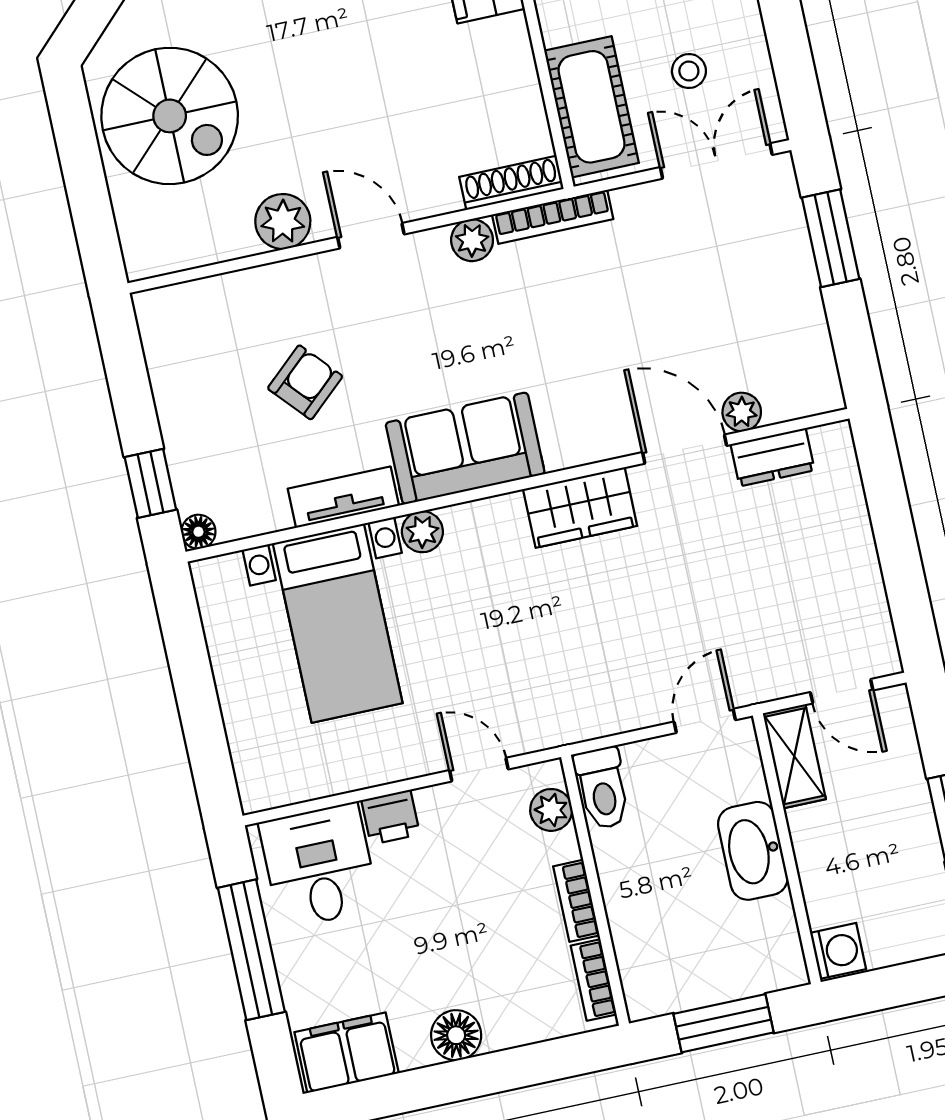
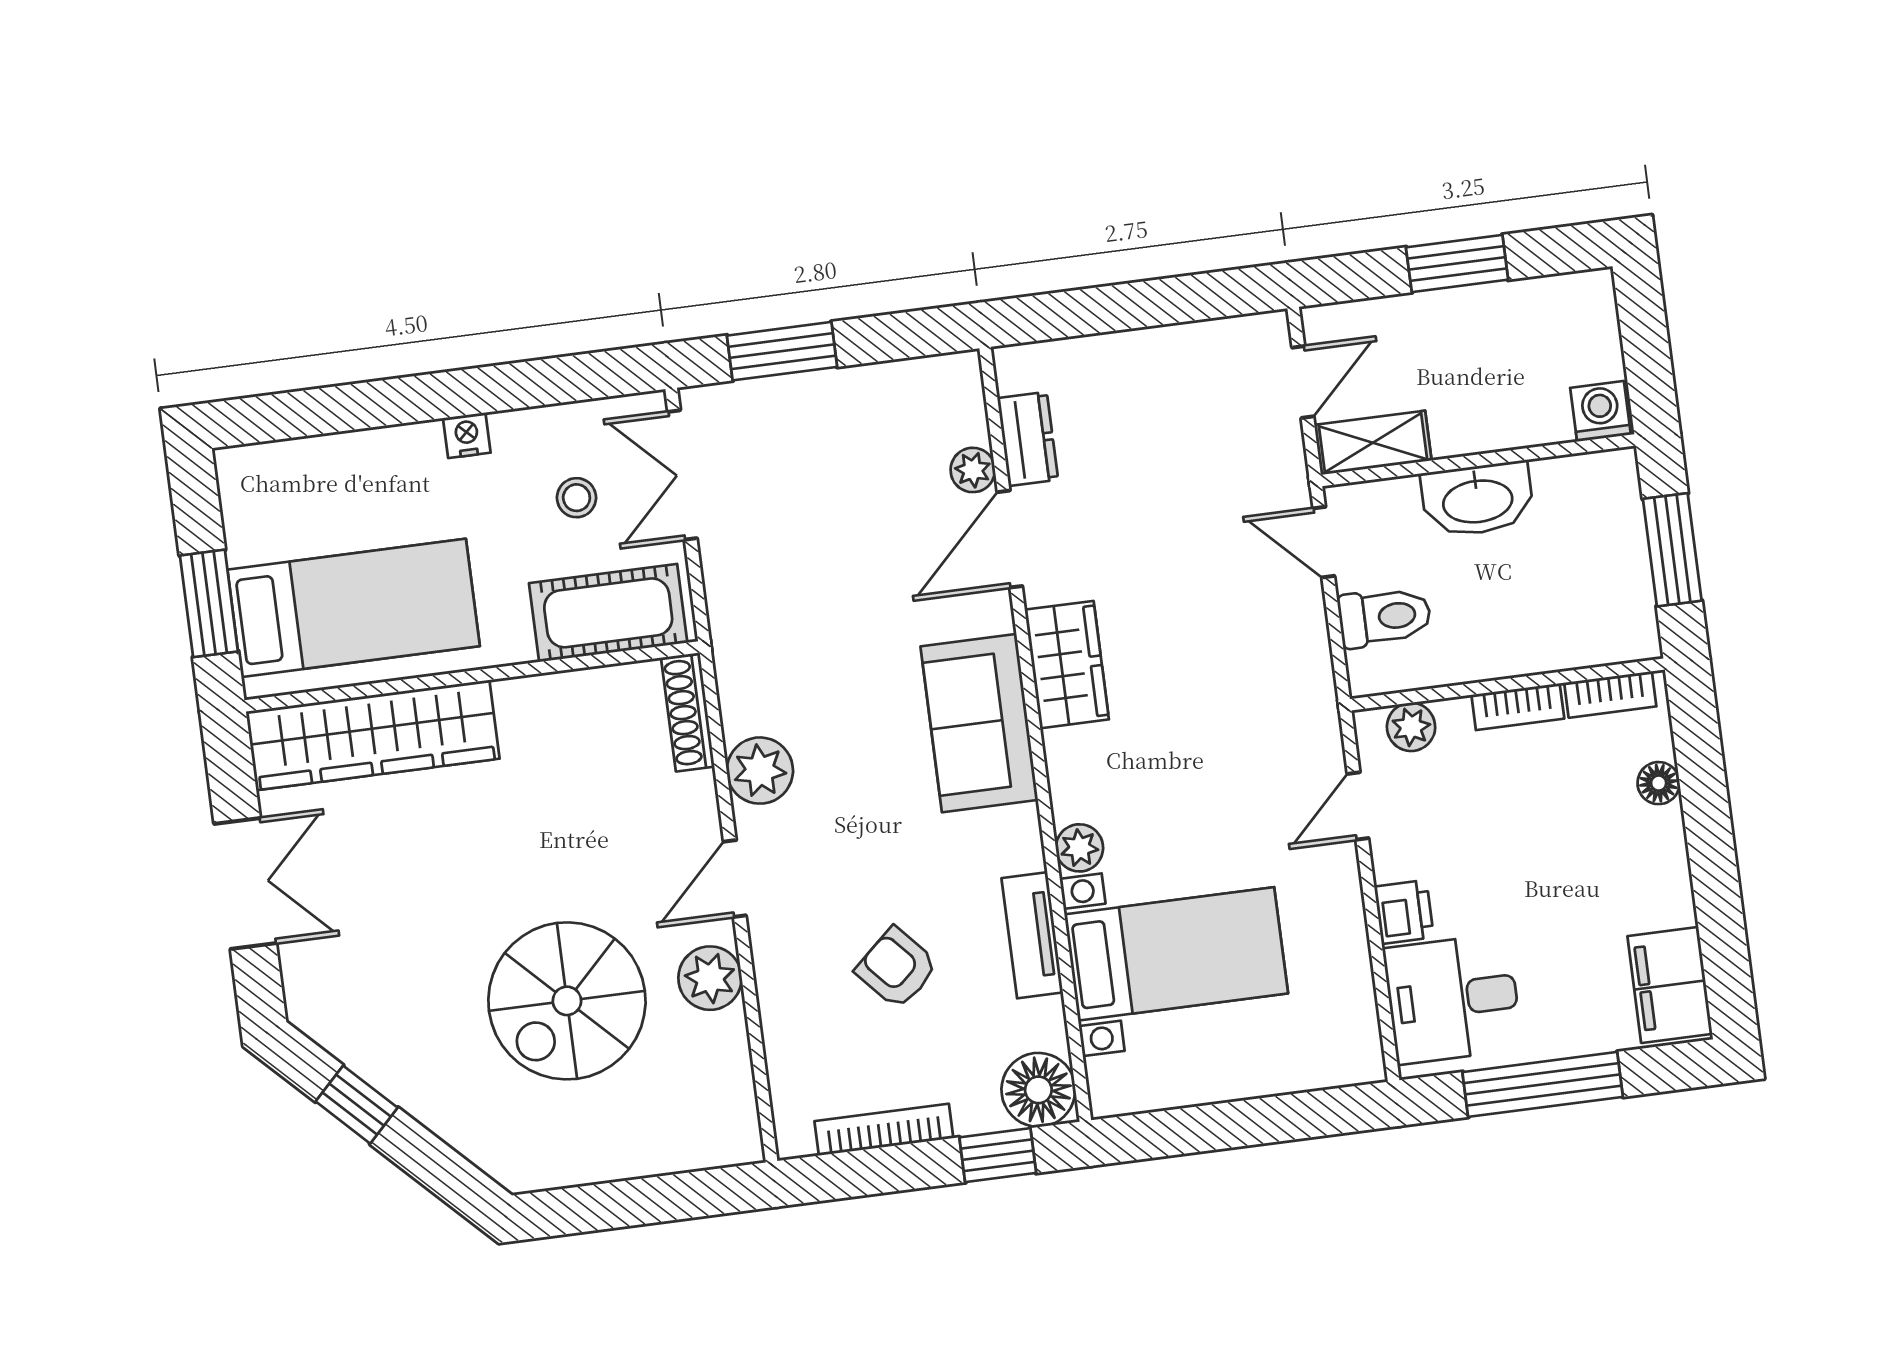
spiral stairs: (170, 116) -> (567, 1001), moved, turned 180
bookcase: (553, 217) -> (884, 1130), moved, turned -90
plant: (472, 240) -> (760, 771), width x1.38, depth x1.38
sofa: (465, 448) -> (979, 723), moved
floor lamp: (198, 532) -> (1038, 1090), width x1.89, depth x1.89
toilet: (602, 788) -> (1385, 617), moved
floor lamp: (456, 1035) -> (1659, 783), moved, width x0.73, depth x0.73

